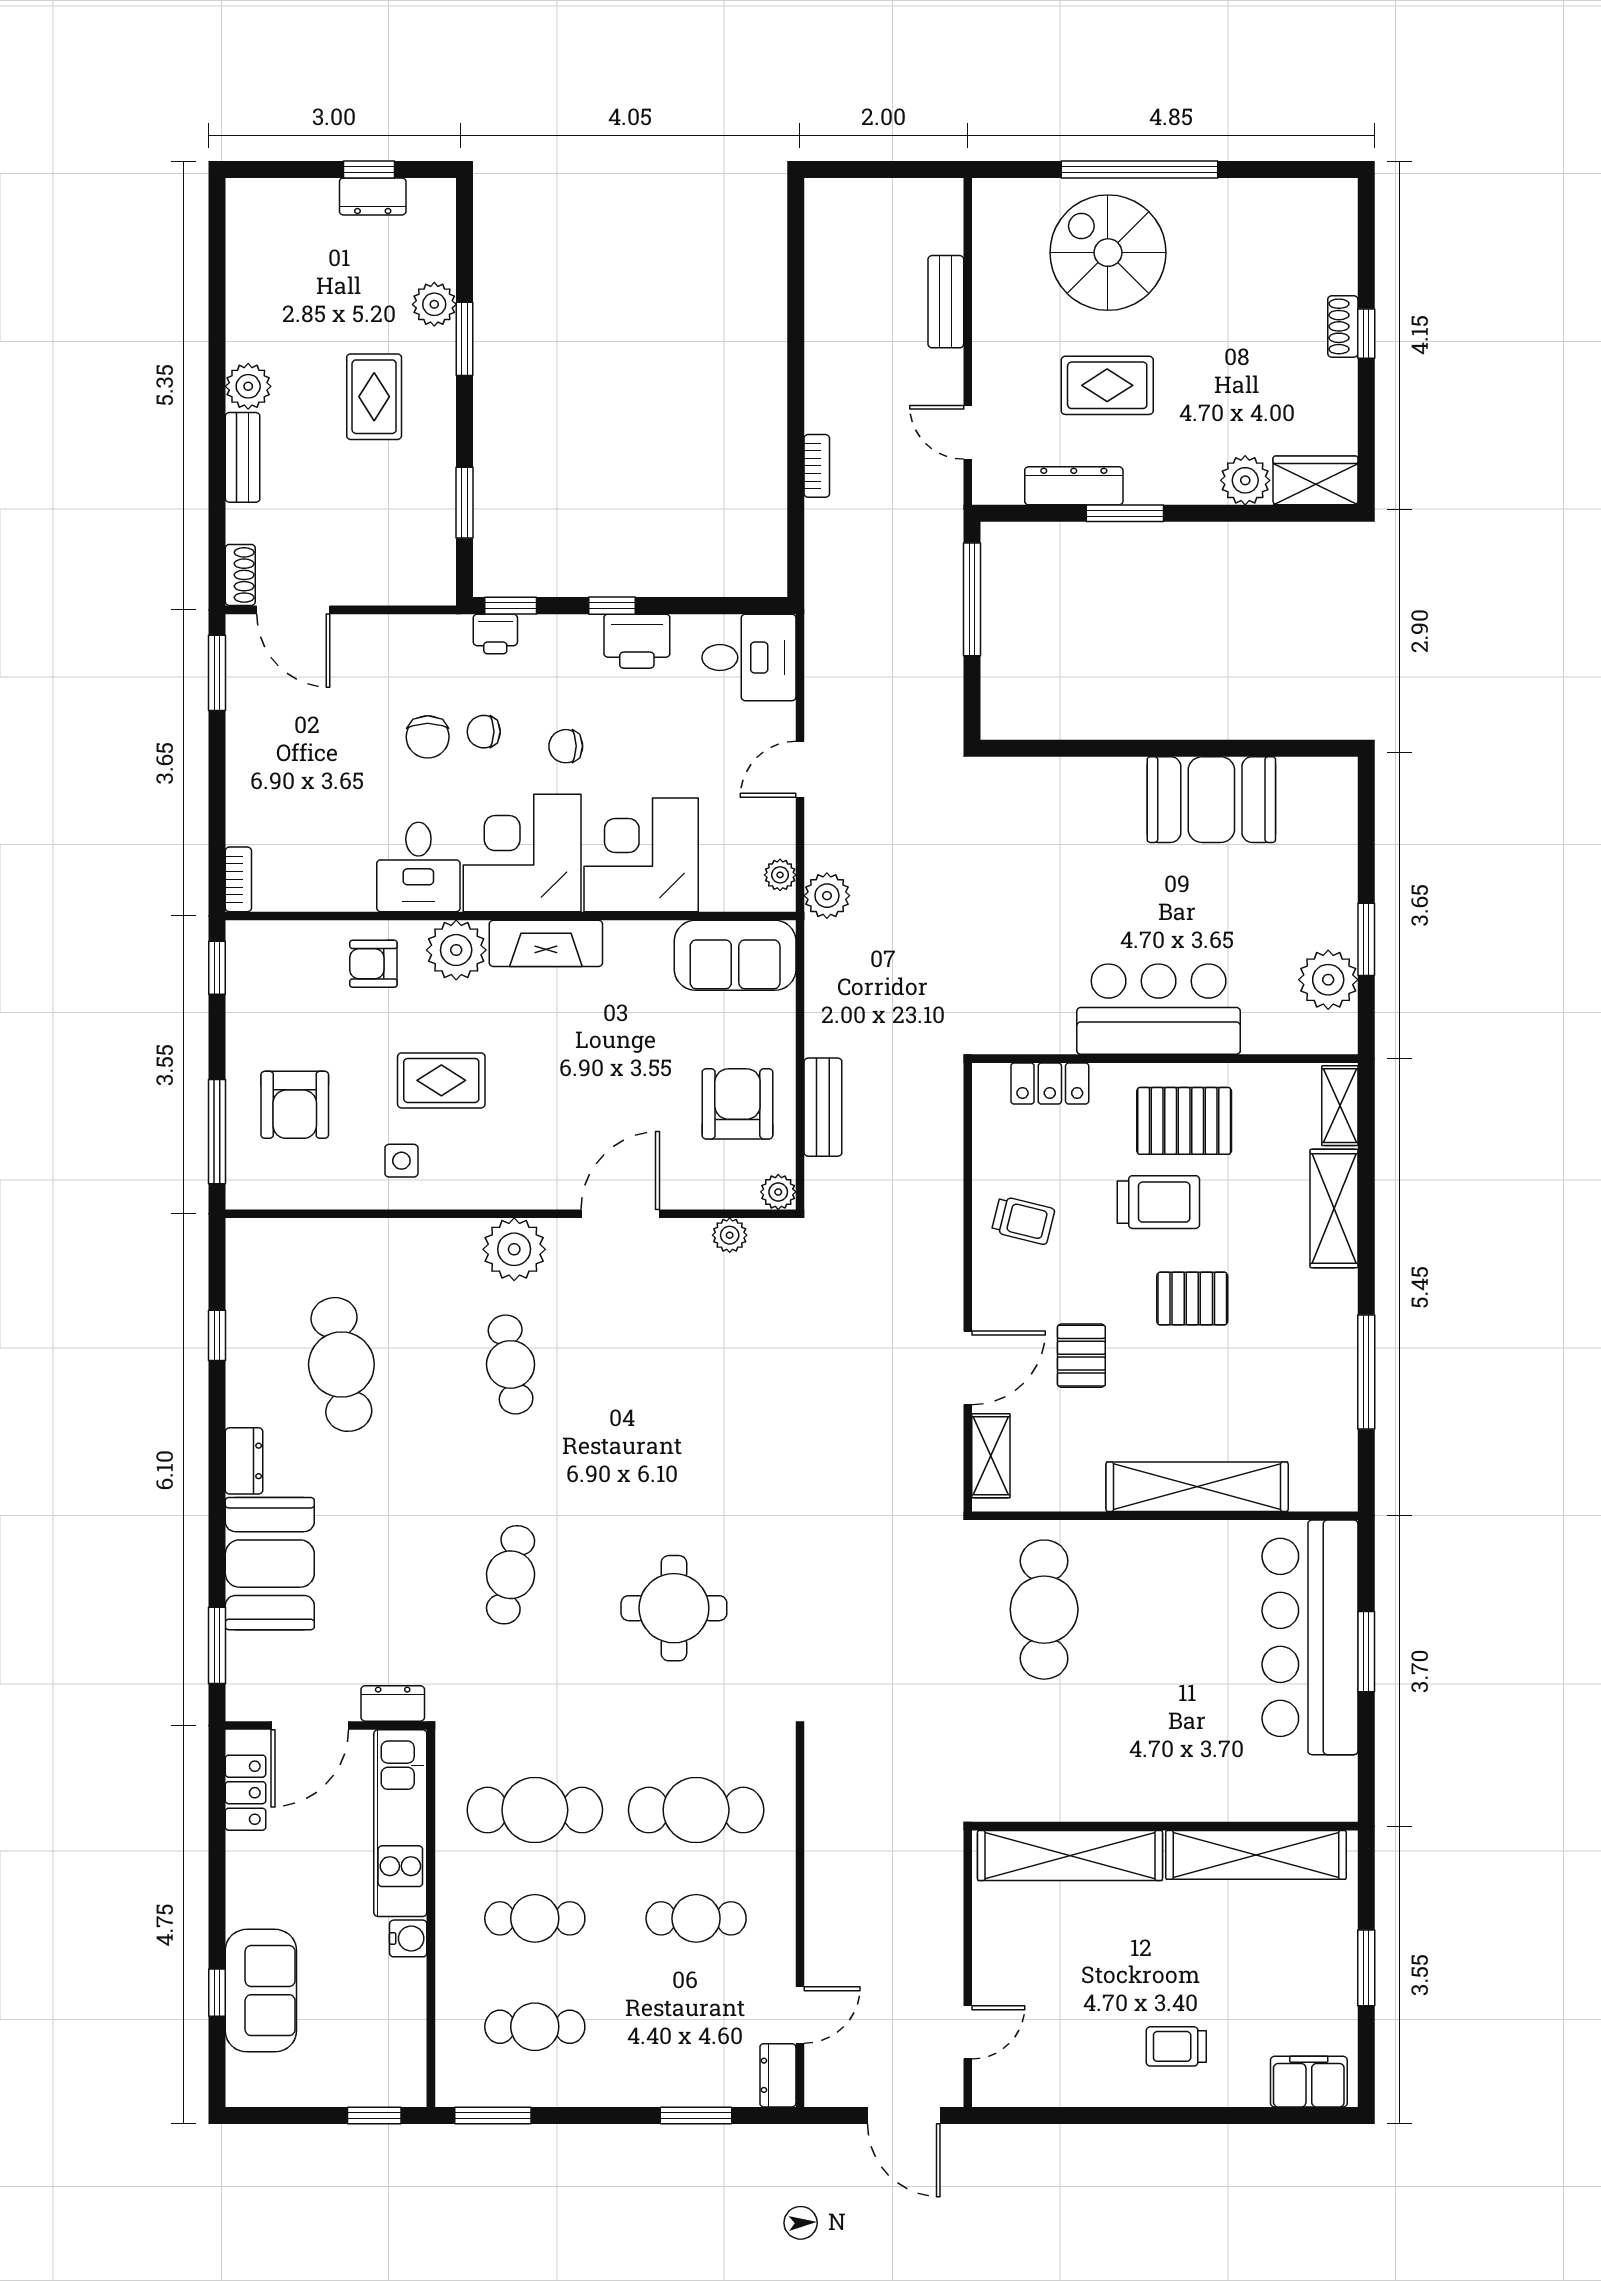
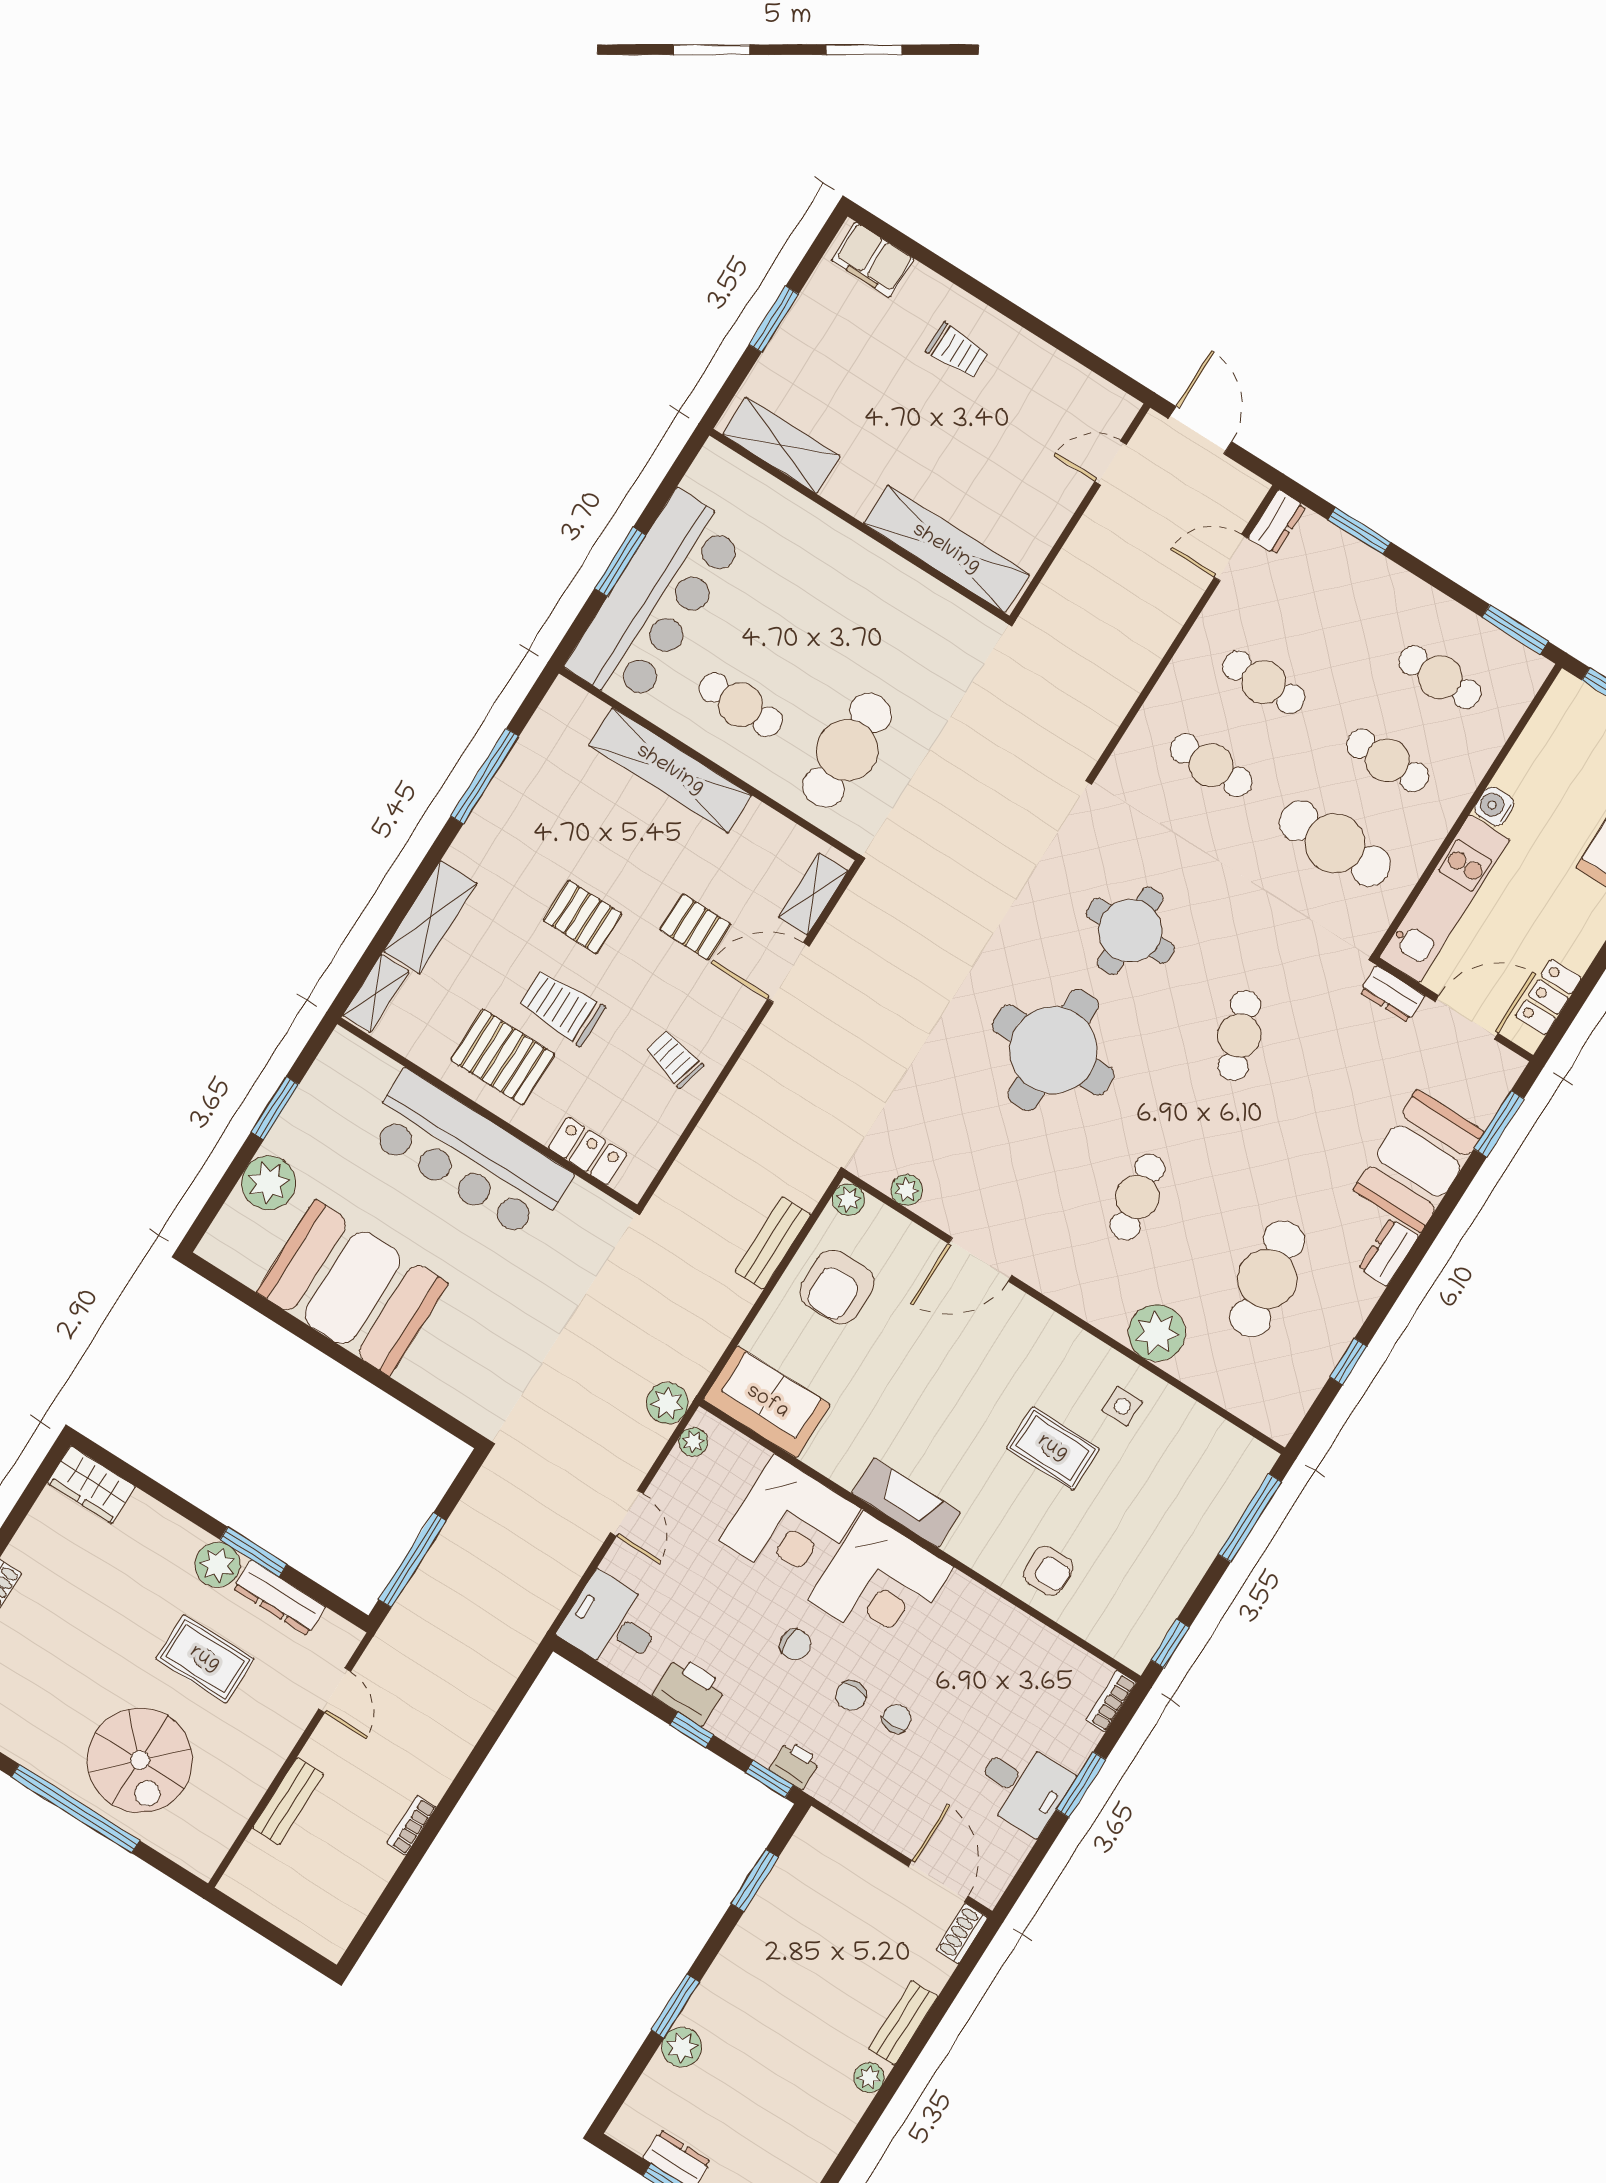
plant: (248, 386) -> (869, 2078), width x0.73, depth x0.73
rug: (374, 397) -> (773, 2005), removed
bookcase: (817, 466) -> (411, 1825), moved
plant: (1245, 480) -> (218, 1565), moved
window: (217, 673) -> (1081, 1785), moved
chair: (484, 732) -> (851, 1695), turned 90
chair: (428, 737) -> (897, 1719), width x0.73, depth x0.73
door: (800, 769) -> (627, 1513), hinge flipped
booth: (1211, 800) -> (352, 1288), width x1.36, depth x1.42
desk: (418, 867) -> (1023, 1786), moved, turned 90
plant: (456, 950) -> (978, 1541), removed
plant: (1328, 980) -> (269, 1183), moved
bar counter: (1159, 1009) -> (468, 1155), width x1.36
armchair: (295, 1105) -> (1177, 1501), removed
plant: (514, 1249) -> (1157, 1333), moved
pallet: (1081, 1356) -> (695, 927), turned 90
round table: (675, 1452) -> (1053, 1050), added
cafe table: (511, 1575) -> (1239, 1036), turned -33
cafe table: (1170, 1589) -> (741, 705), added
cafe table: (696, 1810) -> (1211, 765), width x0.73, depth x0.74
shelving: (1256, 1855) -> (781, 445), width x0.68

